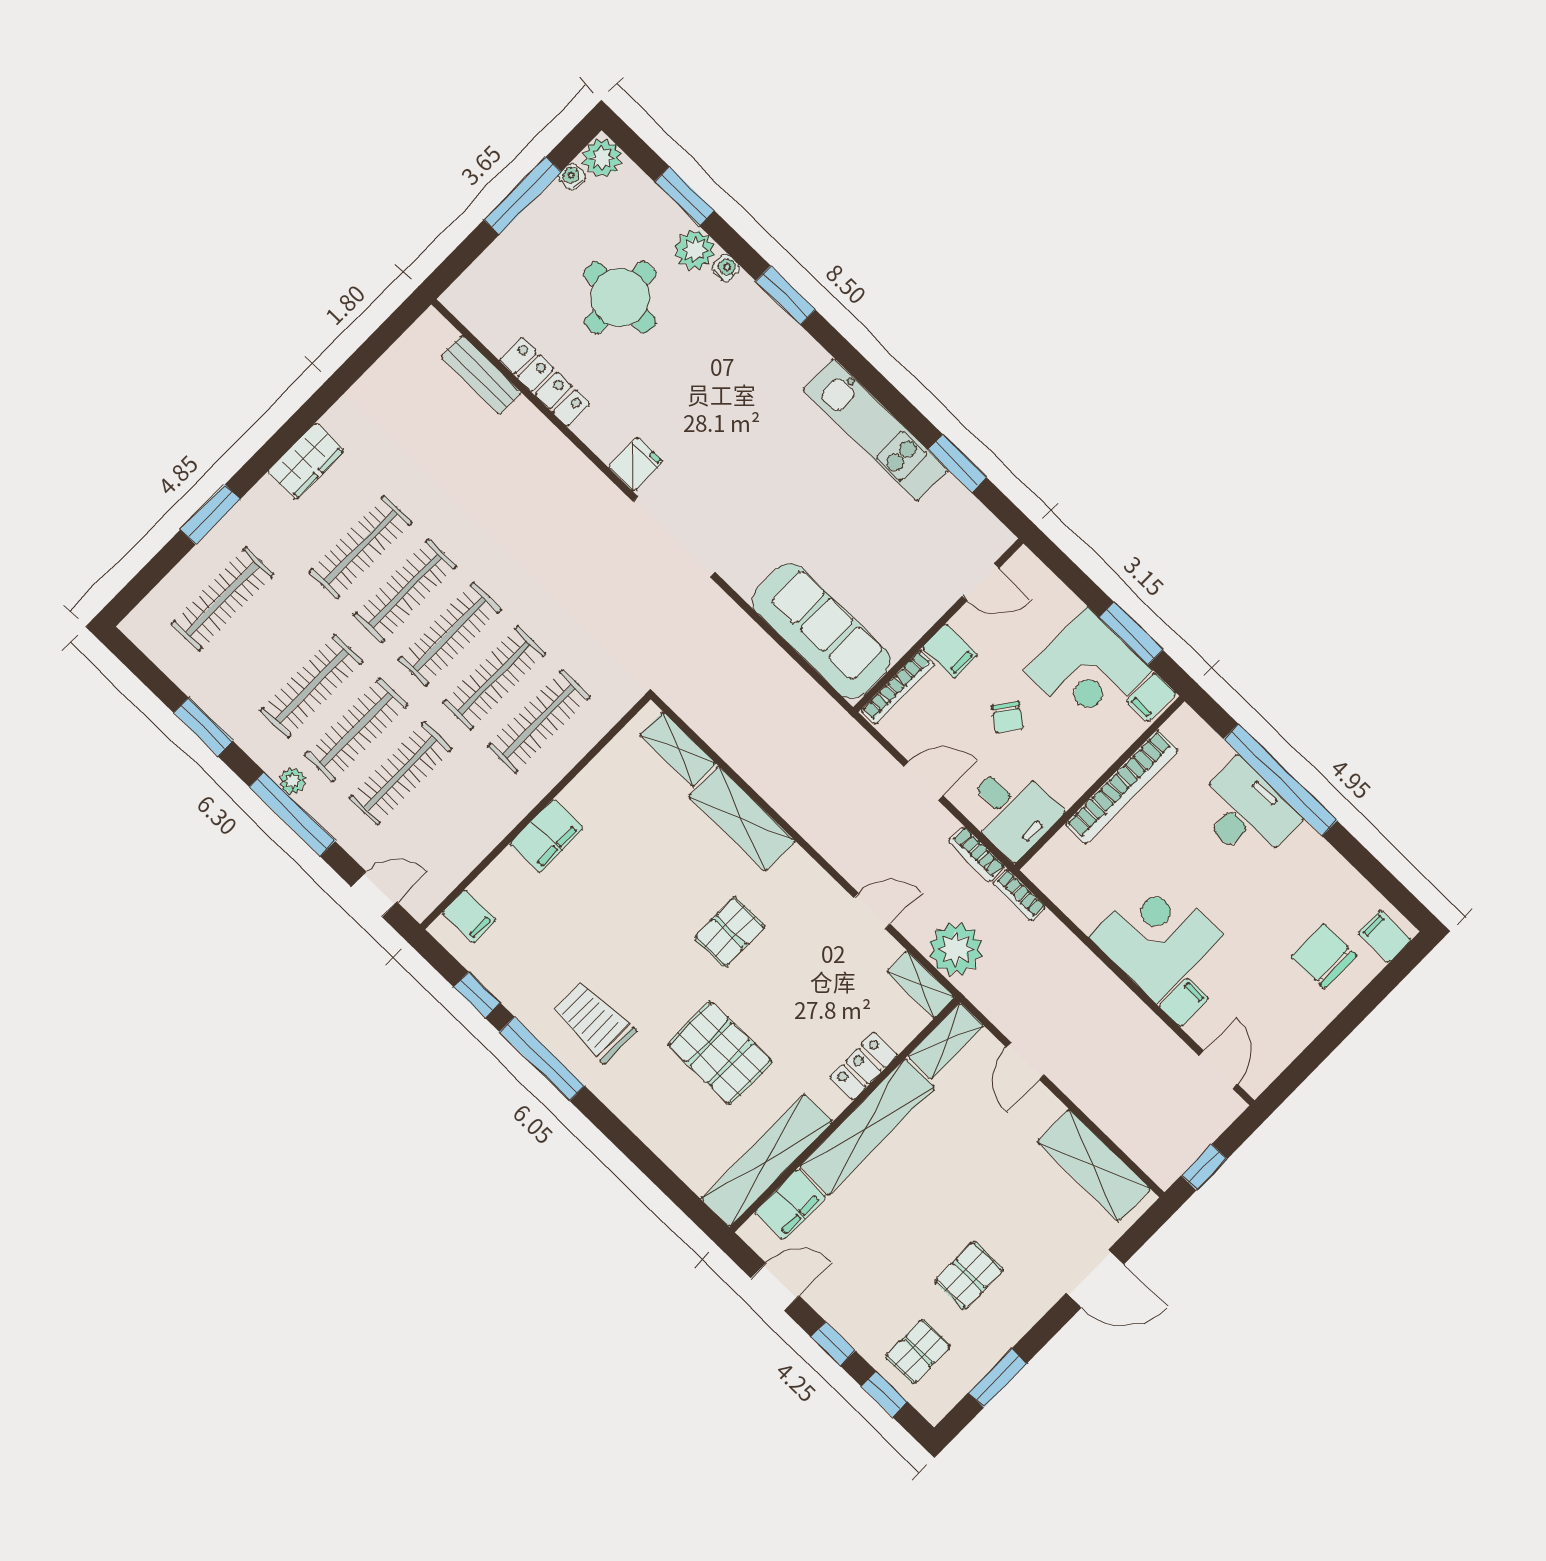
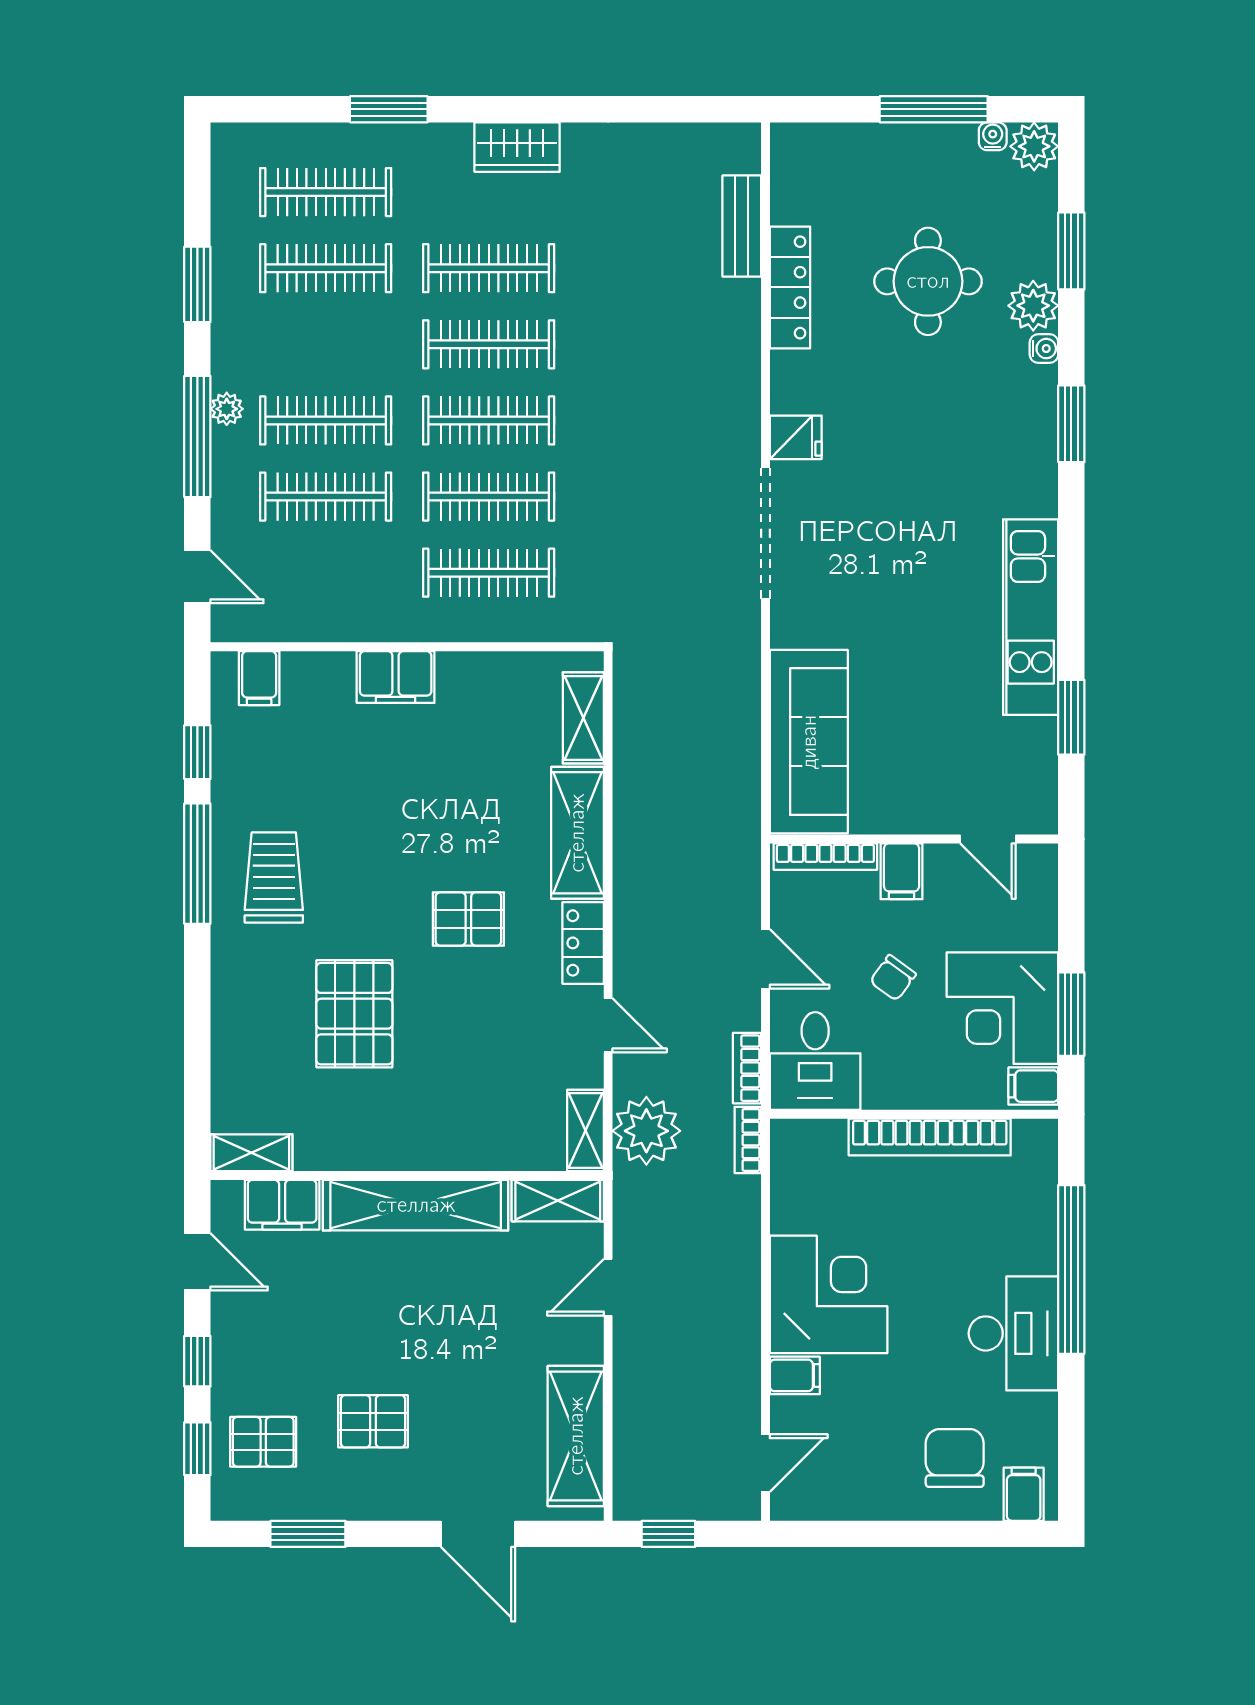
clothes rail: (312, 686) -> (326, 268), moved
desk: (1246, 812) -> (1013, 1333), moved
locker: (864, 1066) -> (583, 943), moved, turned -90
shelving: (767, 1160) -> (251, 1153), width x0.45, depth x0.75

